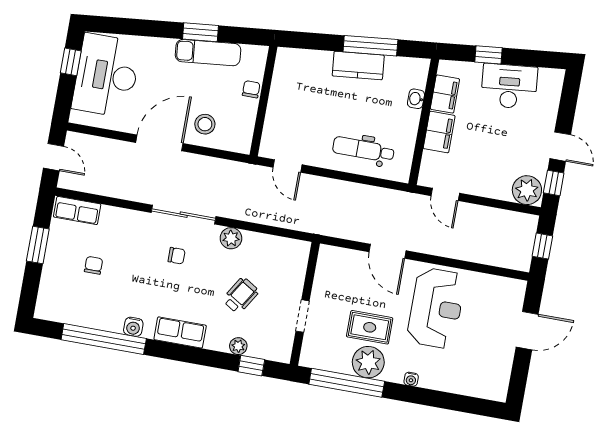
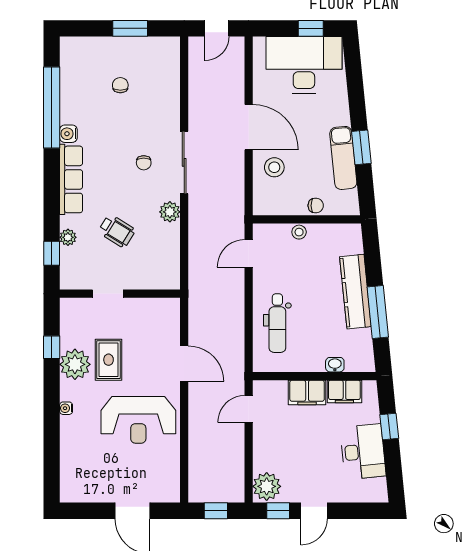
kitchen counter: (358, 66) -> (355, 292), width x1.50
stool: (275, 111) -> (299, 232), added
dental chair: (363, 149) -> (277, 323), turned 180
row of seats: (77, 210) -> (170, 60), removed
door: (388, 251) -> (184, 364), swing flipped
chair: (94, 265) -> (120, 85), turned -90
row of seats: (180, 332) -> (71, 179), width x1.48
window: (347, 383) -> (52, 347), width x0.32

